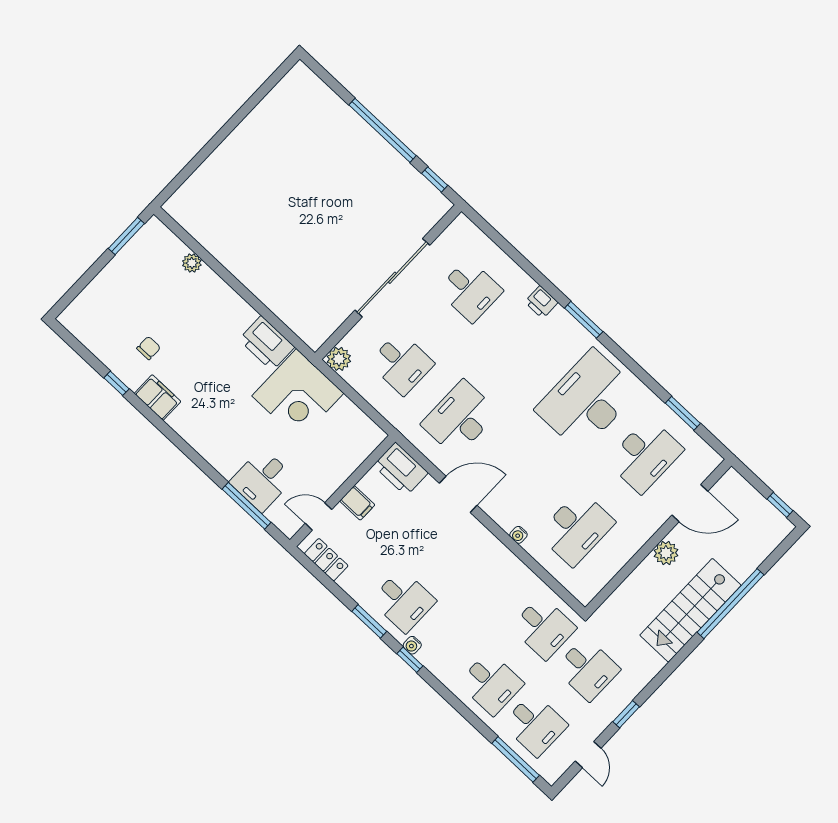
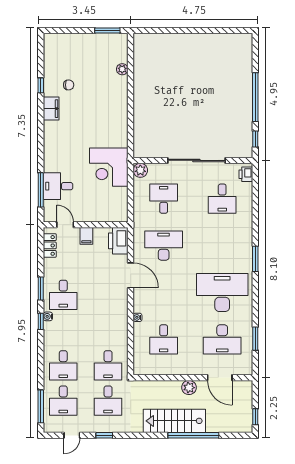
printer: (541, 302) -> (246, 174), moved
printer: (267, 343) -> (118, 133), removed
desk: (401, 363) -> (164, 199), turned 180
desk: (576, 528) -> (164, 339), width x0.73

